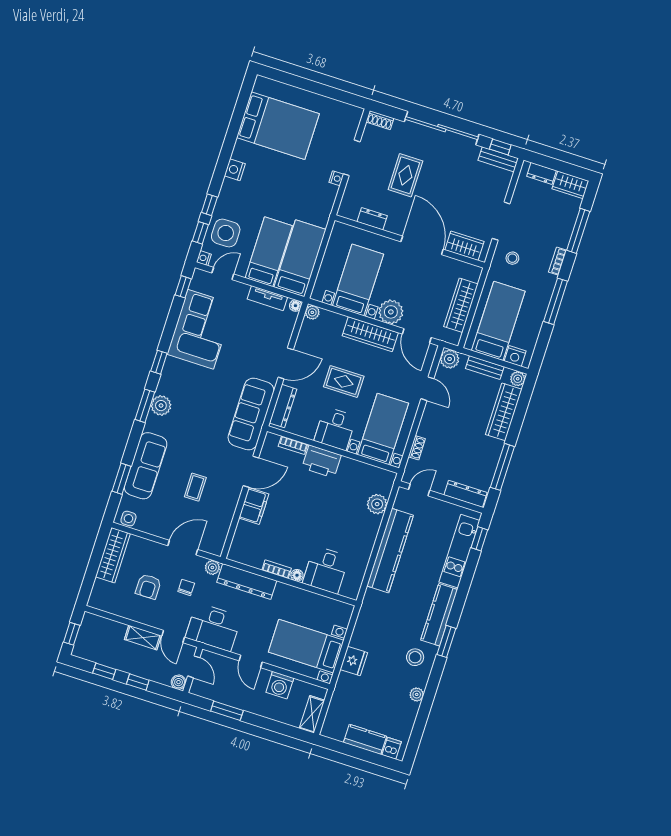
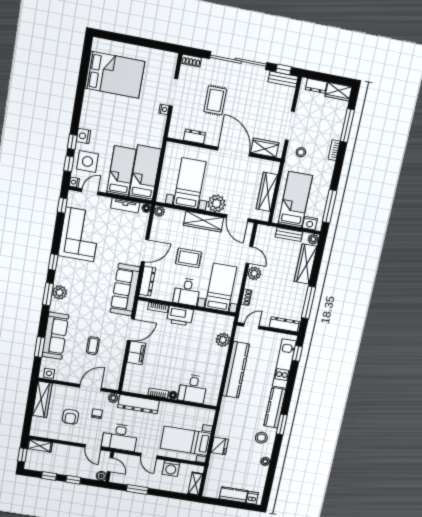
nightstand: (235, 170) -> (83, 136), moved
window: (556, 301) -> (330, 206), moved
plant: (450, 359) -> (254, 273), moved
shelving: (143, 638) -> (40, 446), moved

